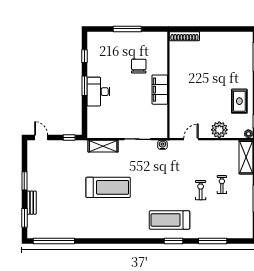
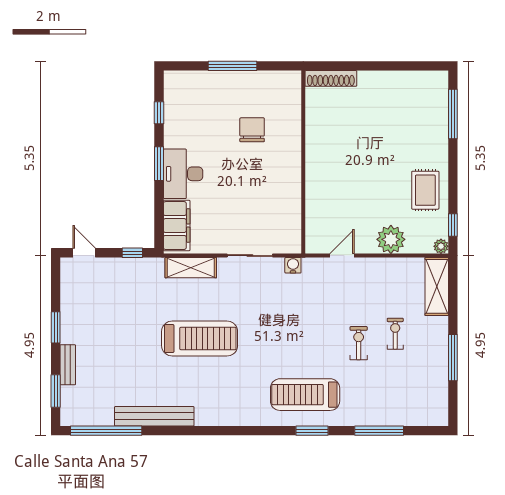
filing cabinet: (160, 90) -> (177, 226), moved, turned 180
bench: (82, 233) -> (154, 416), added

